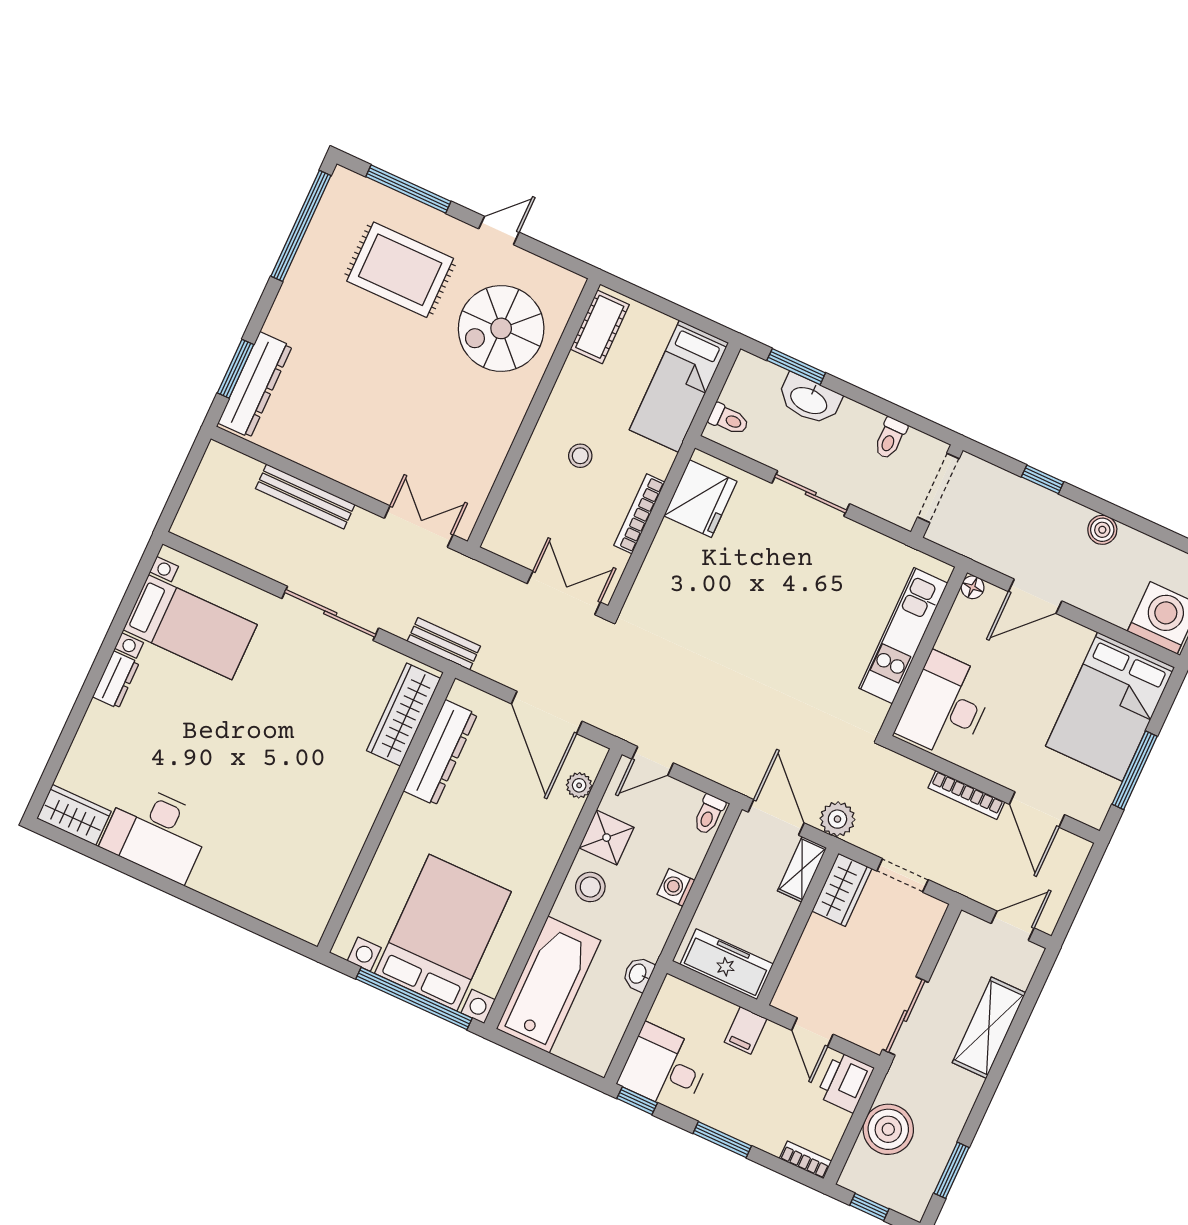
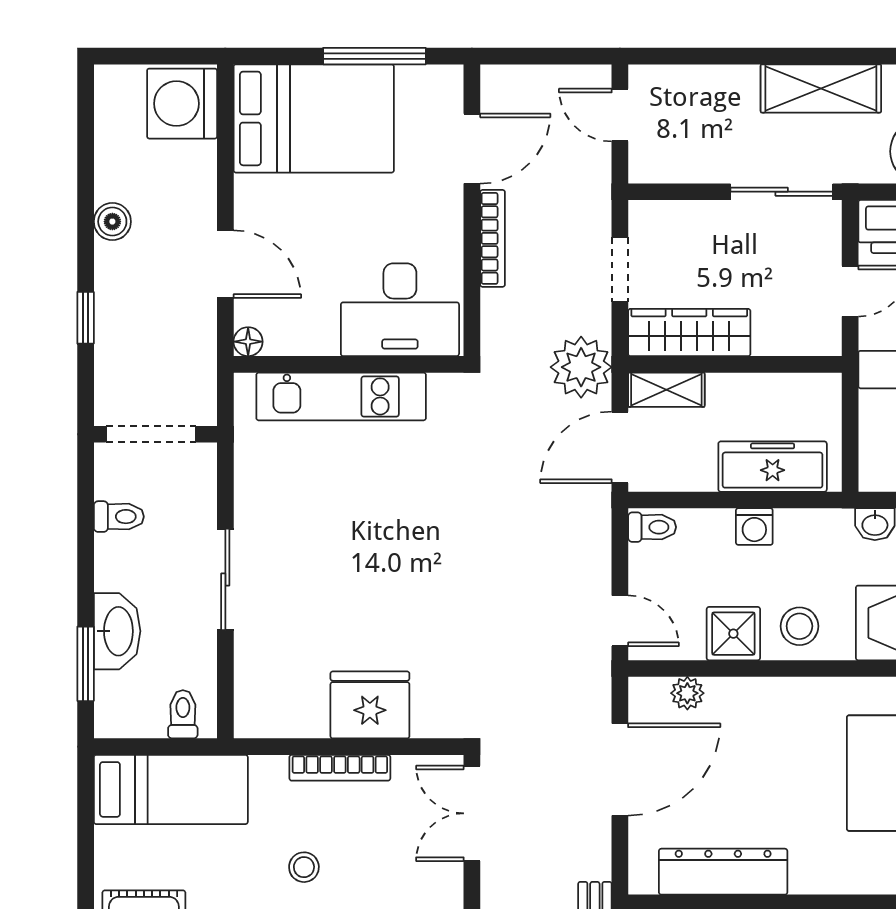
fridge: (700, 499) -> (370, 705), moved
plant: (837, 819) -> (581, 367), width x1.36, depth x1.36
wardrobe: (842, 890) -> (689, 332), width x1.50
freezer: (727, 964) -> (773, 467), moved, turned 90
shelving: (989, 1028) -> (821, 88), moved

